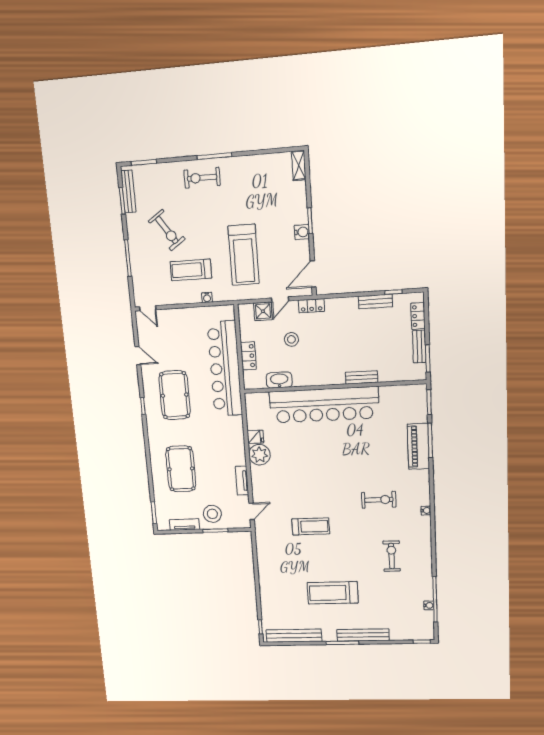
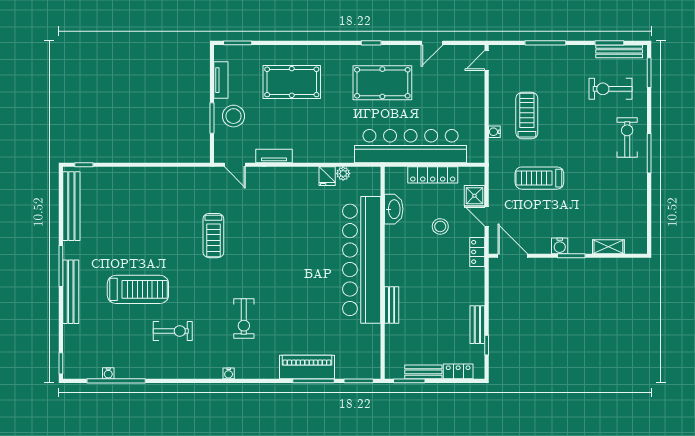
shelving: (299, 165) -> (608, 247), moved
exercise bike: (167, 230) -> (610, 89), moved, turned 34
treadmill: (244, 255) -> (539, 178), width x0.73, depth x0.73
locker: (248, 356) -> (433, 175), width x1.53
plant: (259, 455) -> (343, 174), moved, width x0.53, depth x0.53
treadmill: (333, 593) -> (138, 289), moved, turned 90

